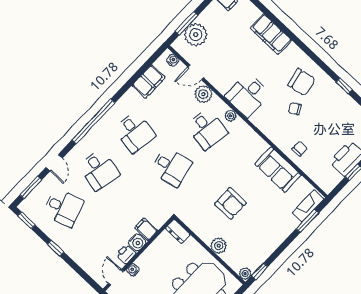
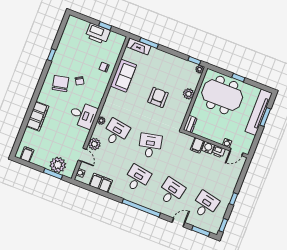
desk: (63, 208) -> (205, 205), turned 30

